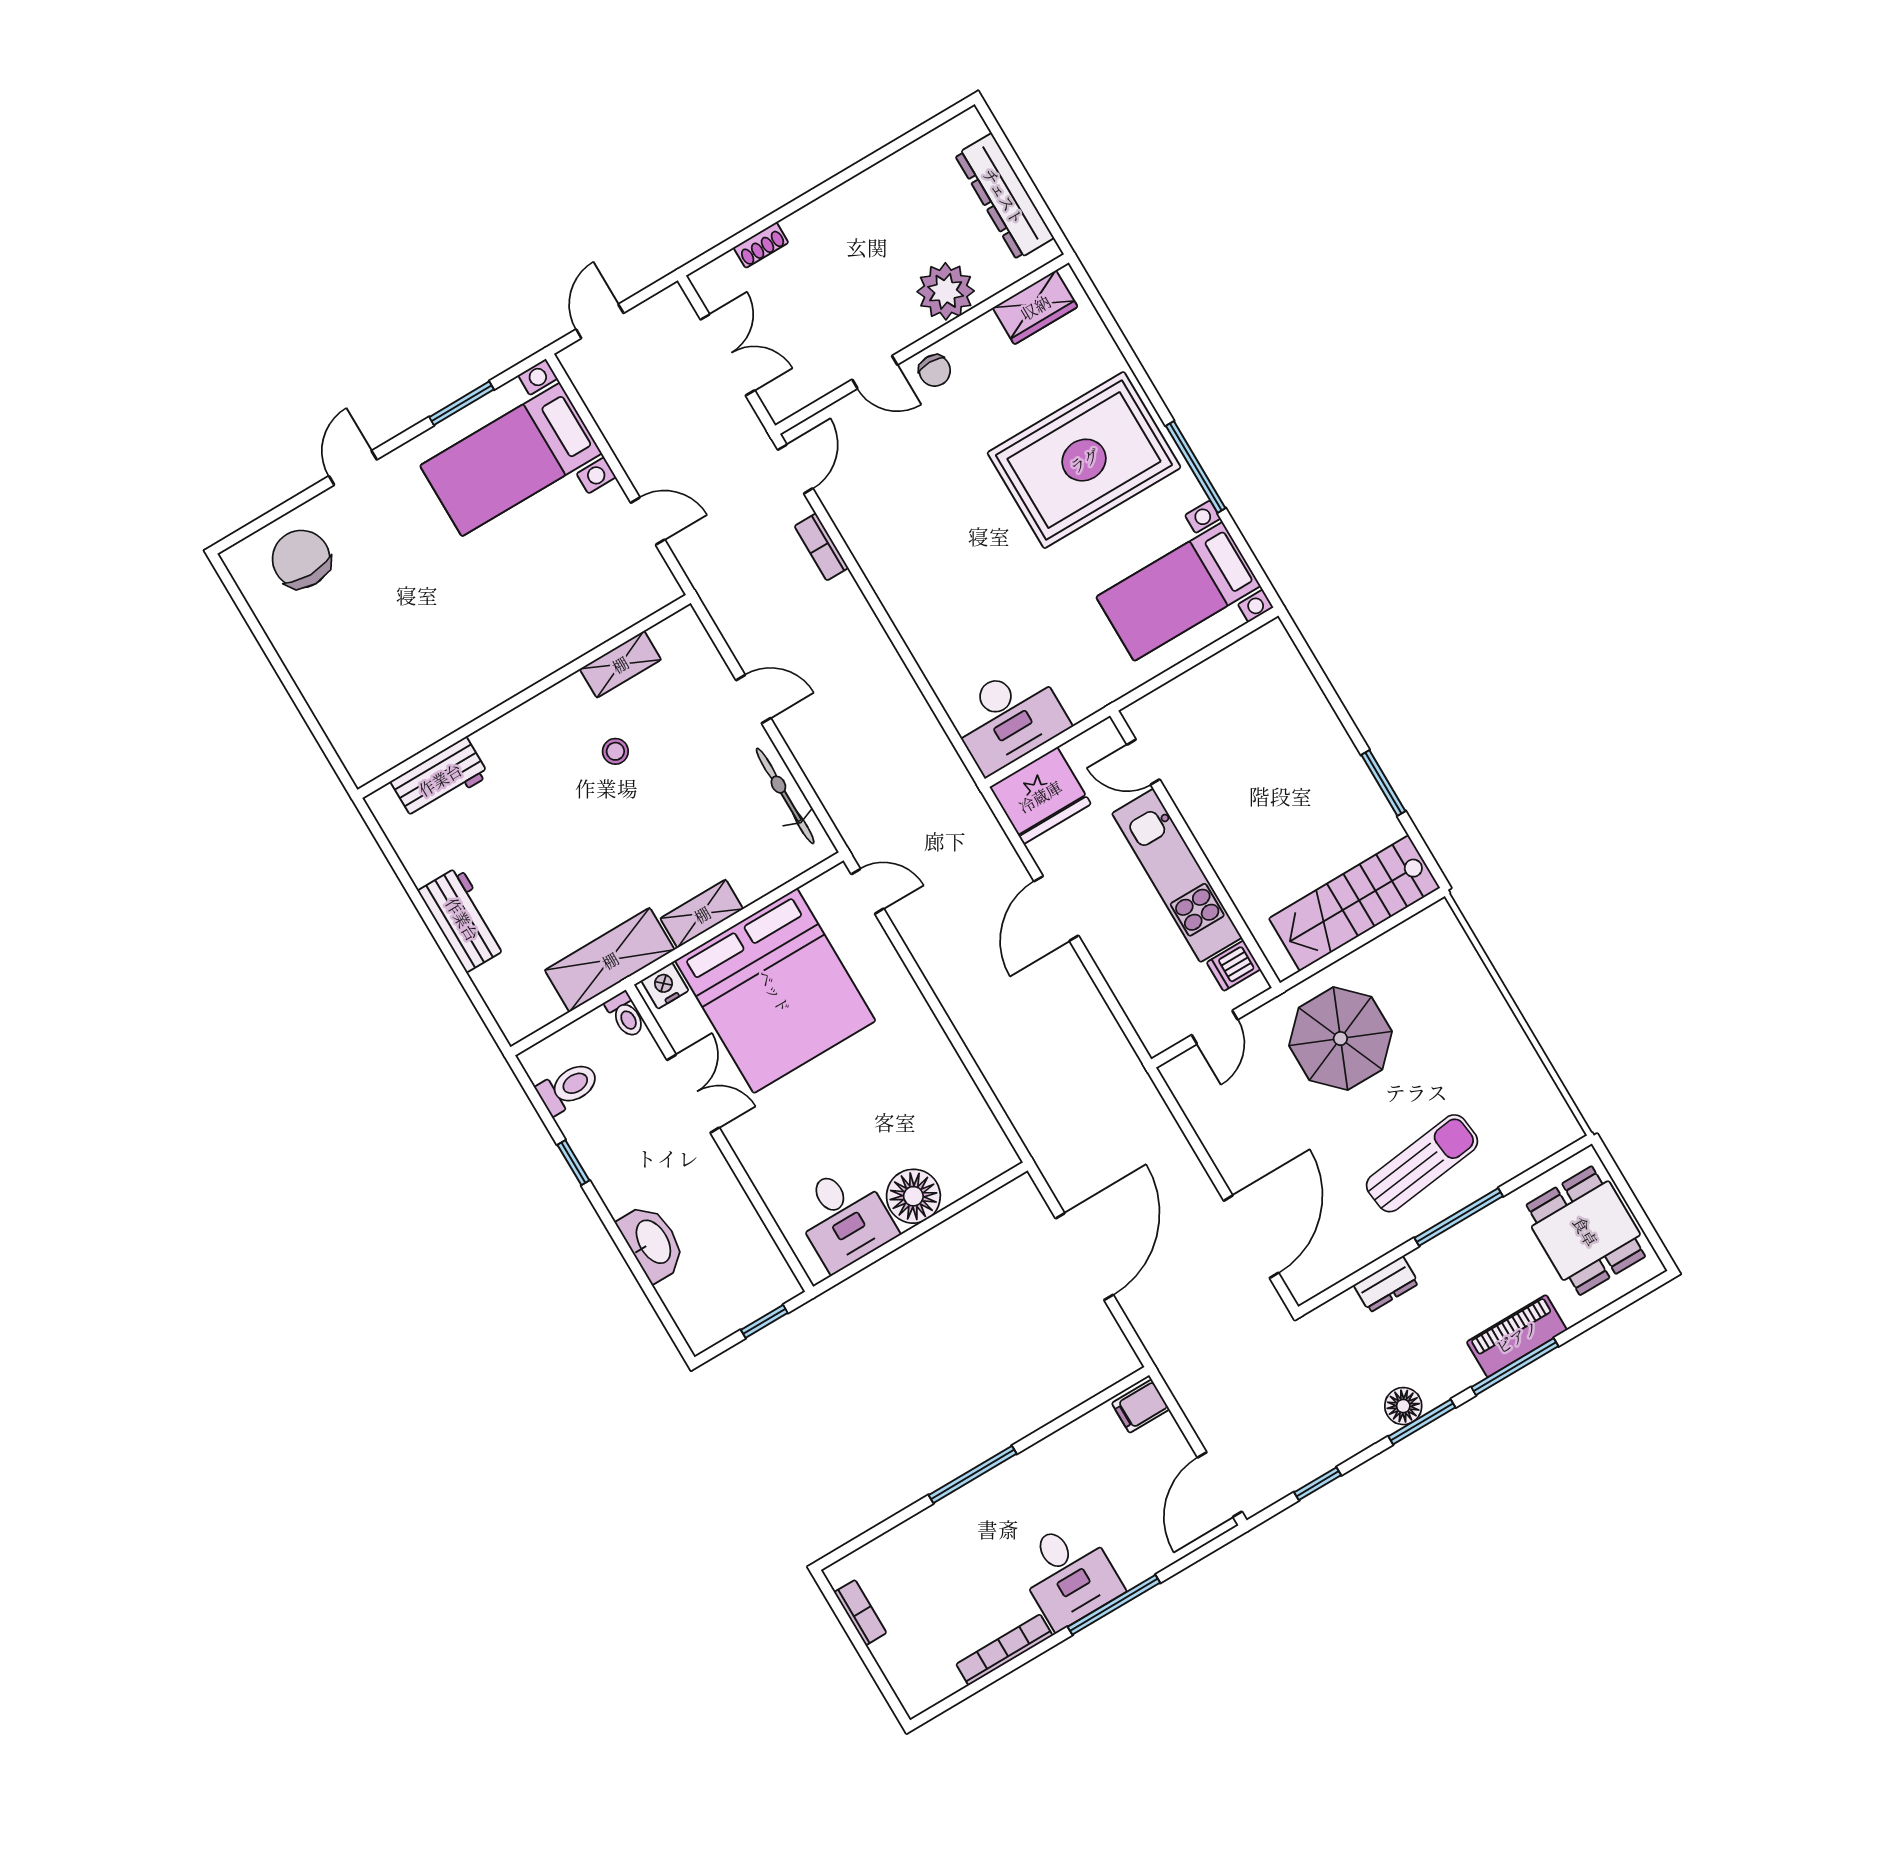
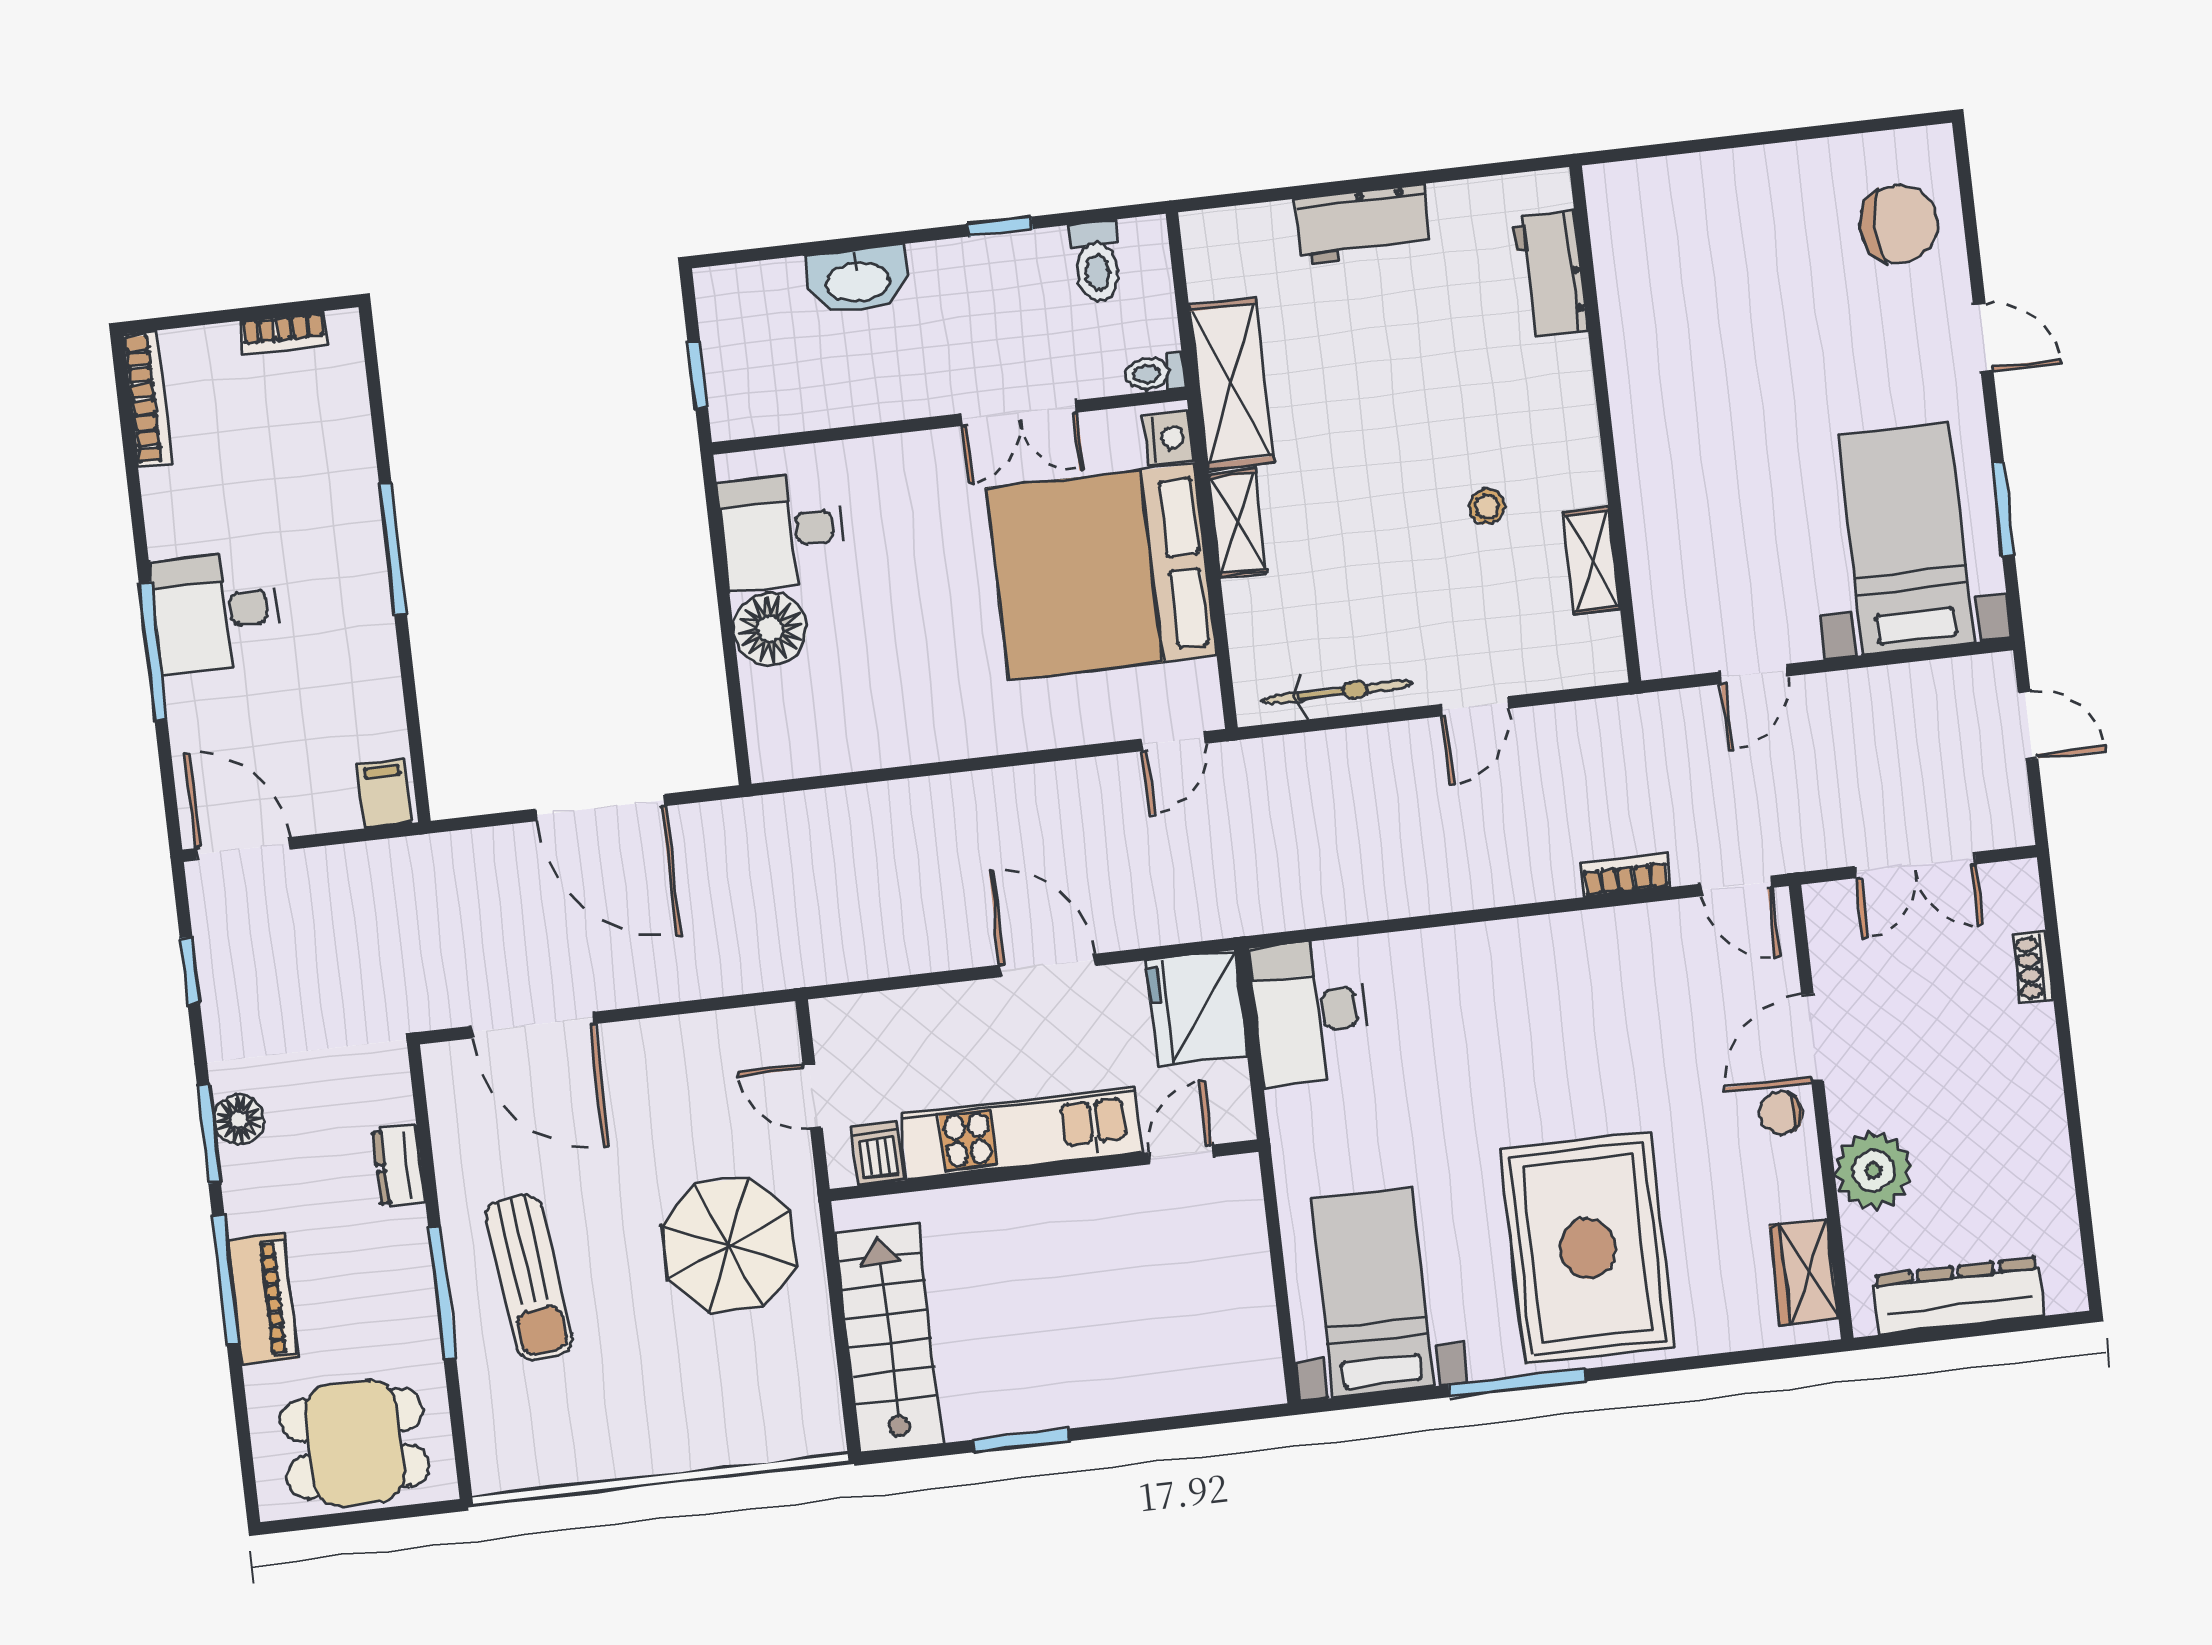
door: (875, 372) -> (1813, 1038), width x1.38
bookcase: (1004, 1650) -> (147, 398), moved

